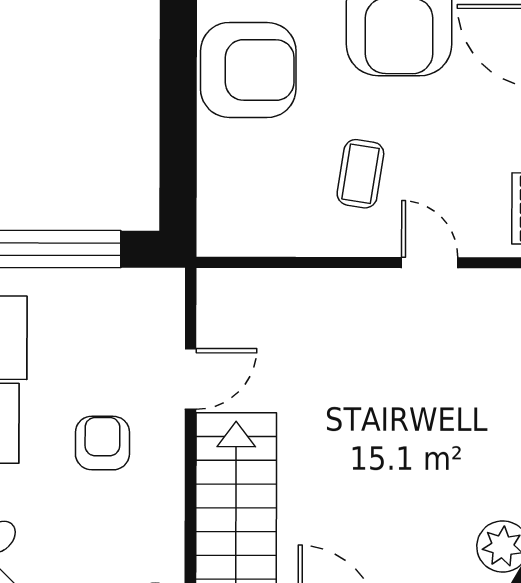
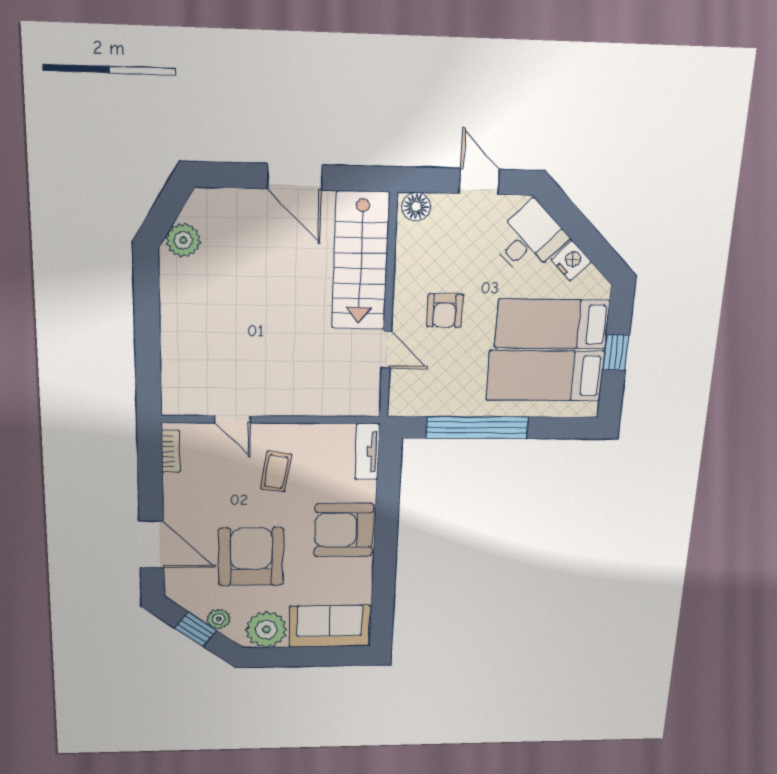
tv unit: (215, 208) -> (367, 452), added
door: (191, 379) -> (387, 350), swing flipped

